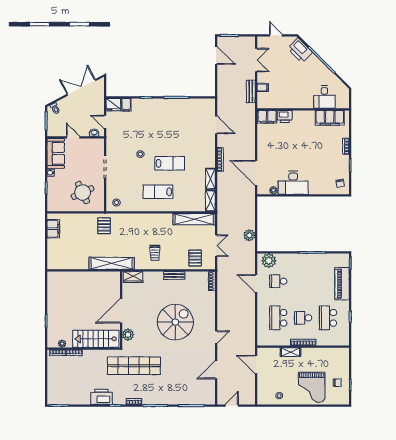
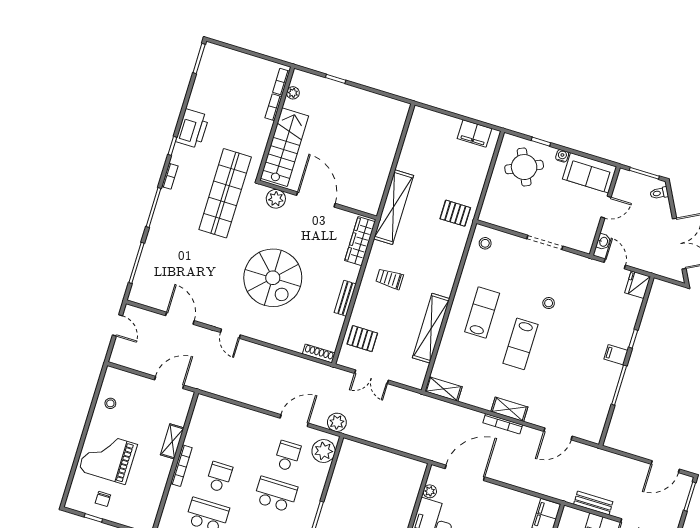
filing cabinet: (126, 105) -> (616, 355), moved
door: (105, 122) -> (615, 264), hinge flipped
shelving: (210, 179) -> (509, 409), moved
round table: (83, 193) -> (524, 167), moved
shelving: (194, 219) -> (431, 328), moved
plant: (249, 235) -> (337, 422), moved
wardrobe: (133, 277) -> (360, 241), width x1.50
school desk: (278, 318) -> (276, 494), moved

